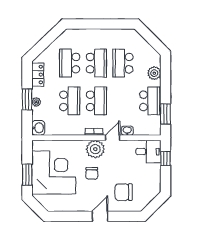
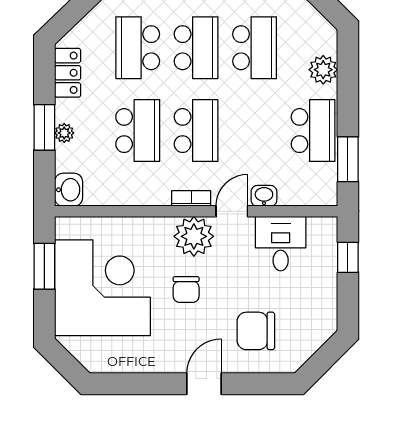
school desk: (123, 63) -> (255, 48), turned 180
desk: (148, 152) -> (281, 244), moved, turned -90
window: (27, 175) -> (44, 266), moved

